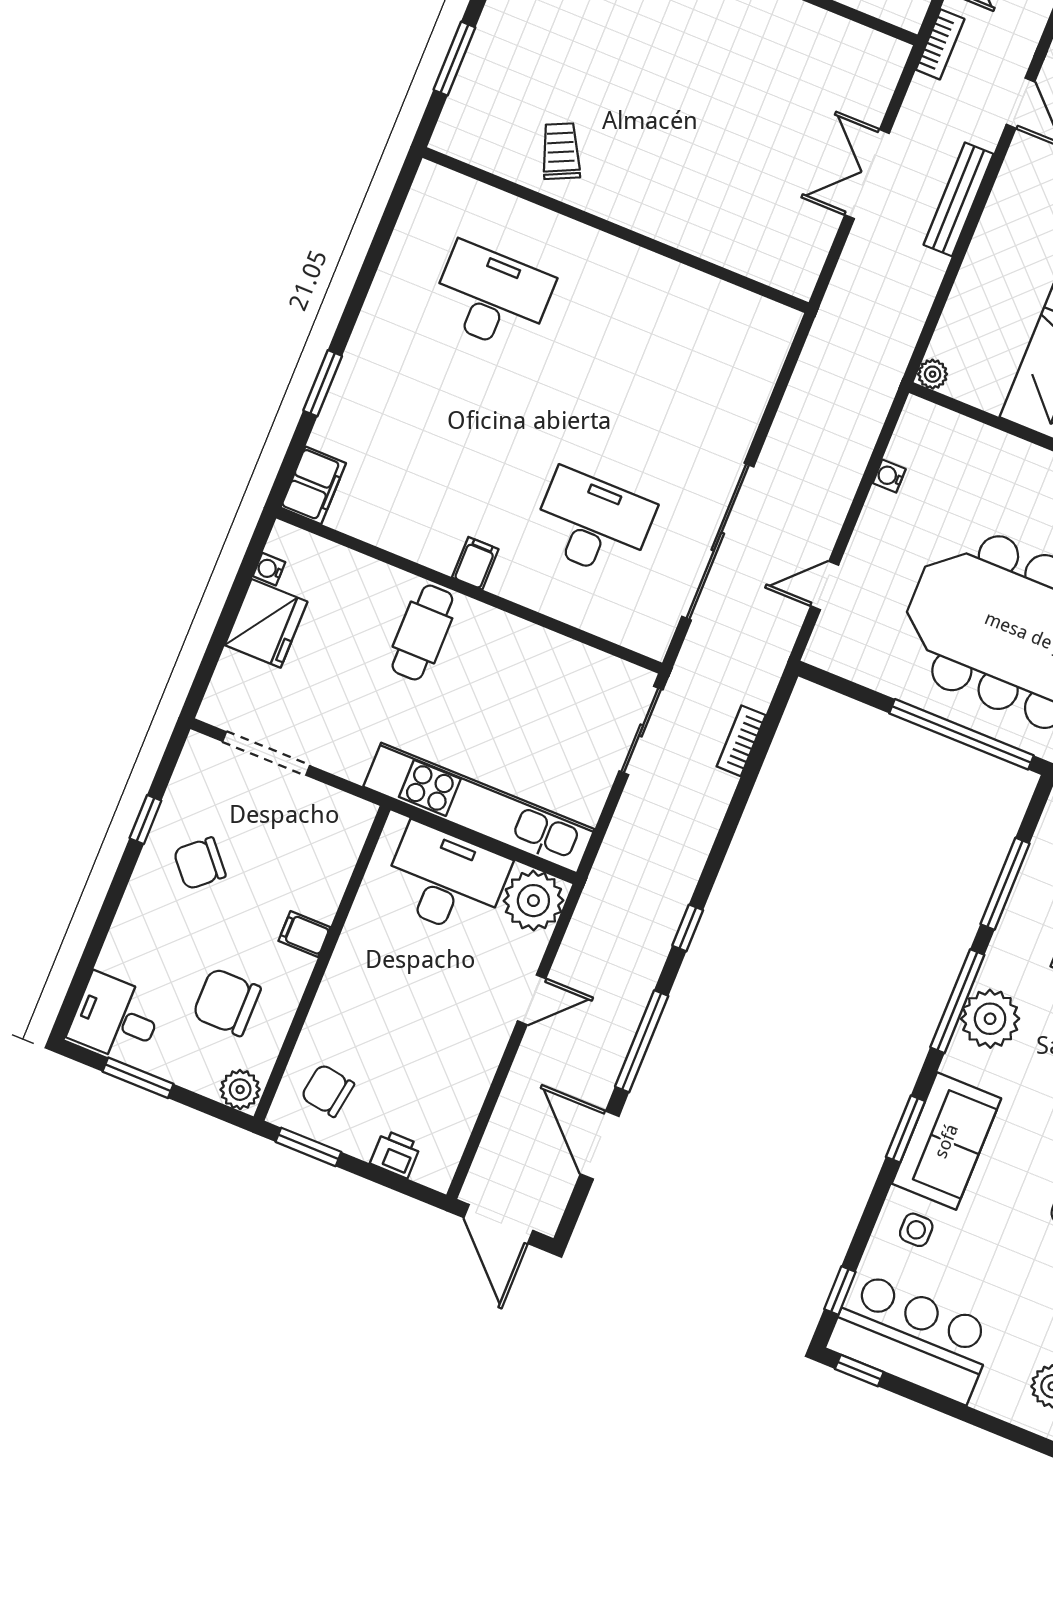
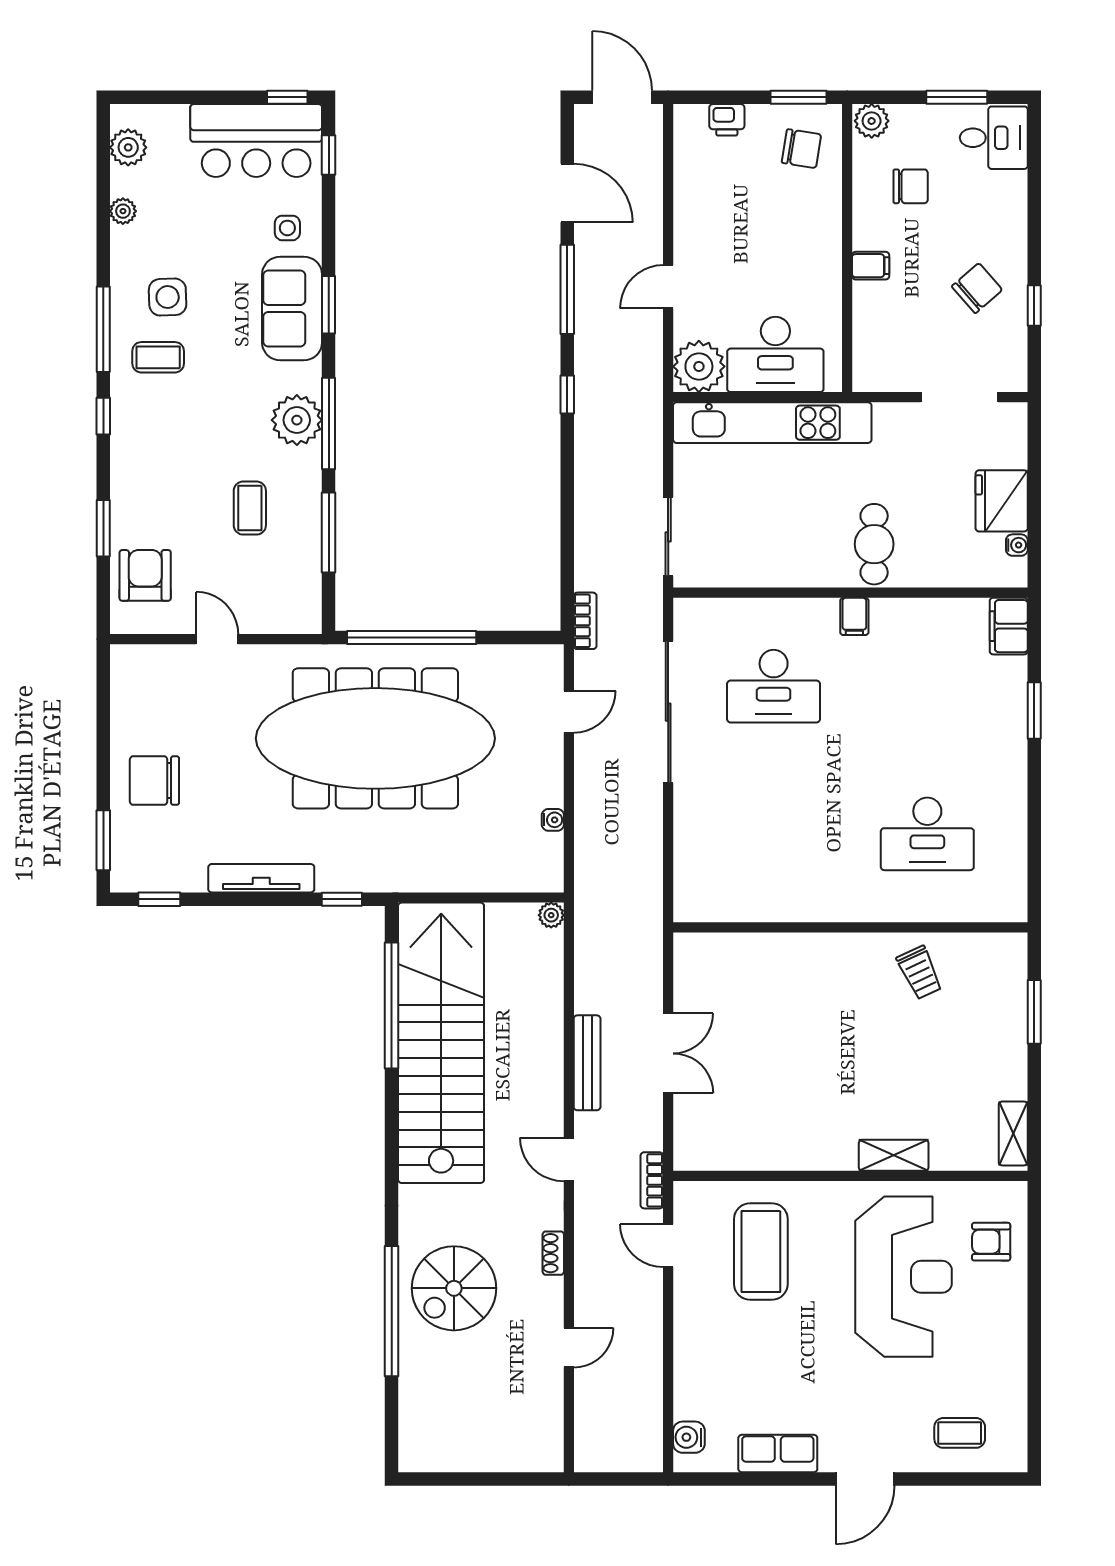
bookcase: (741, 741) -> (585, 621), moved
chair: (227, 1002) -> (911, 186), width x0.73, depth x0.73

